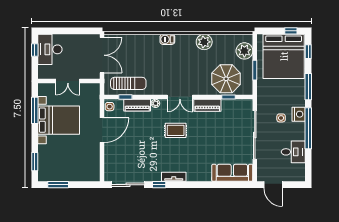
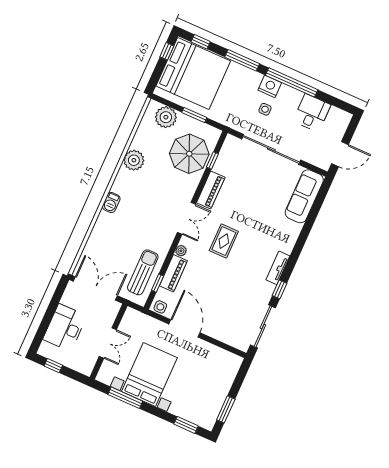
desk: (50, 49) -> (65, 328), moved, turned 90

